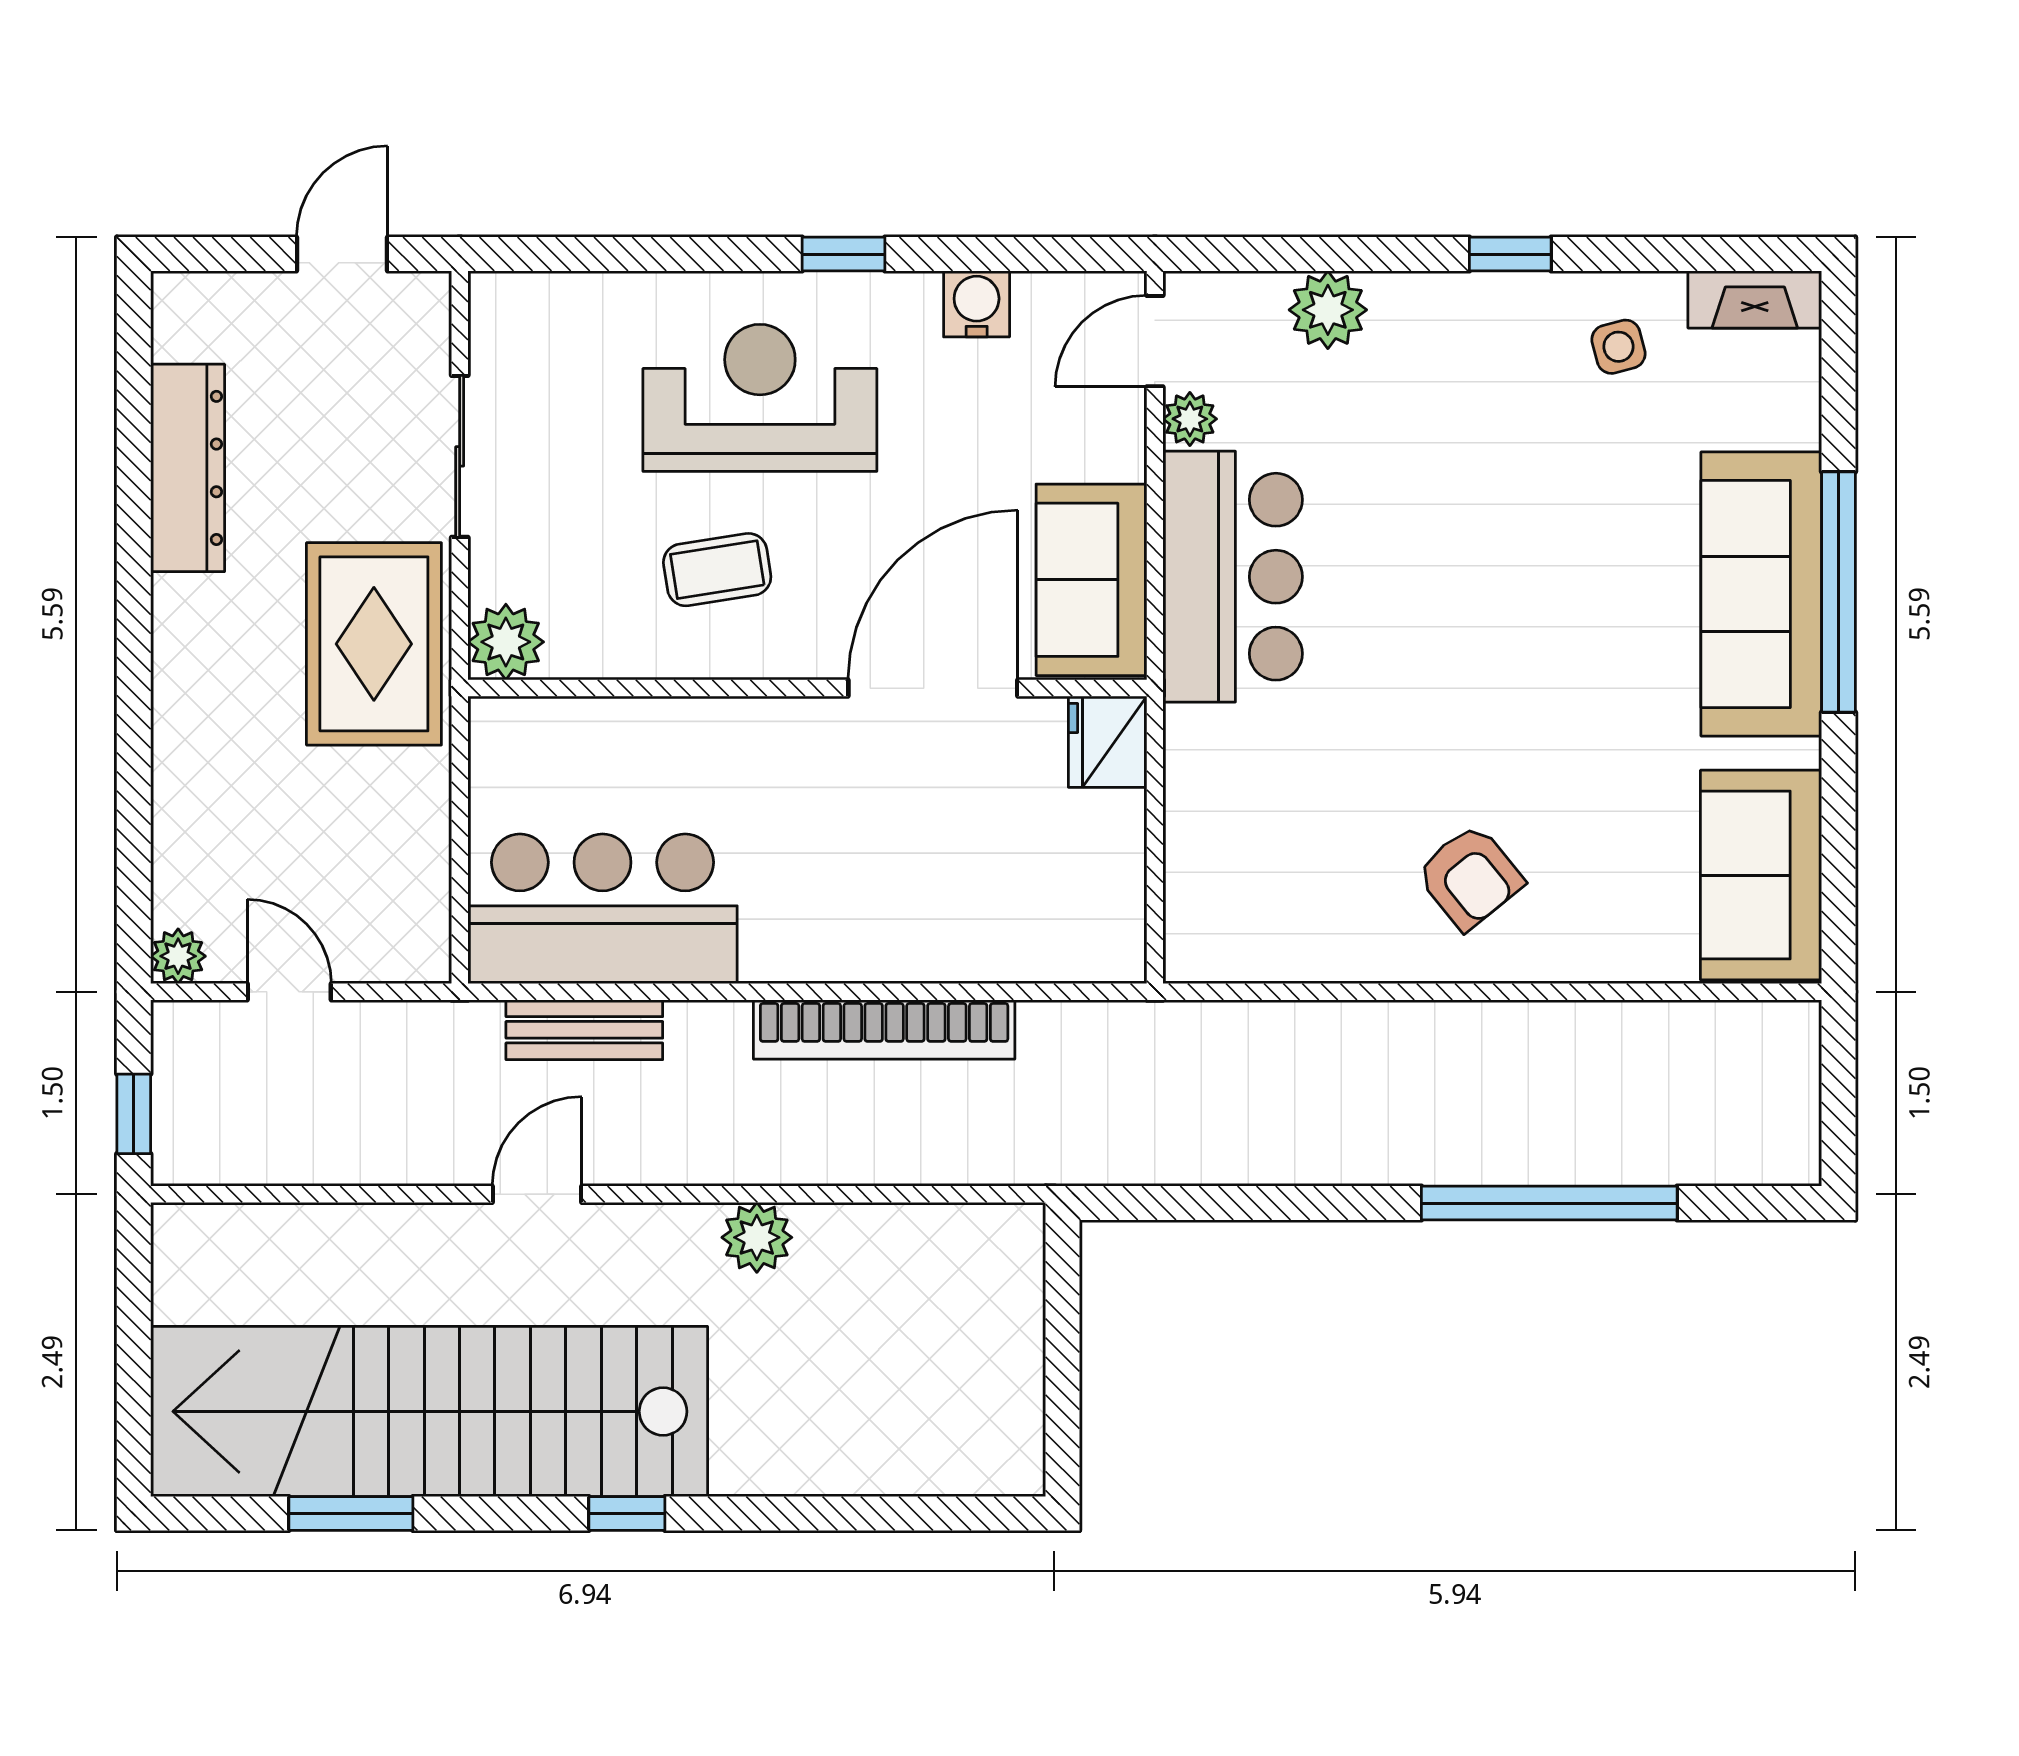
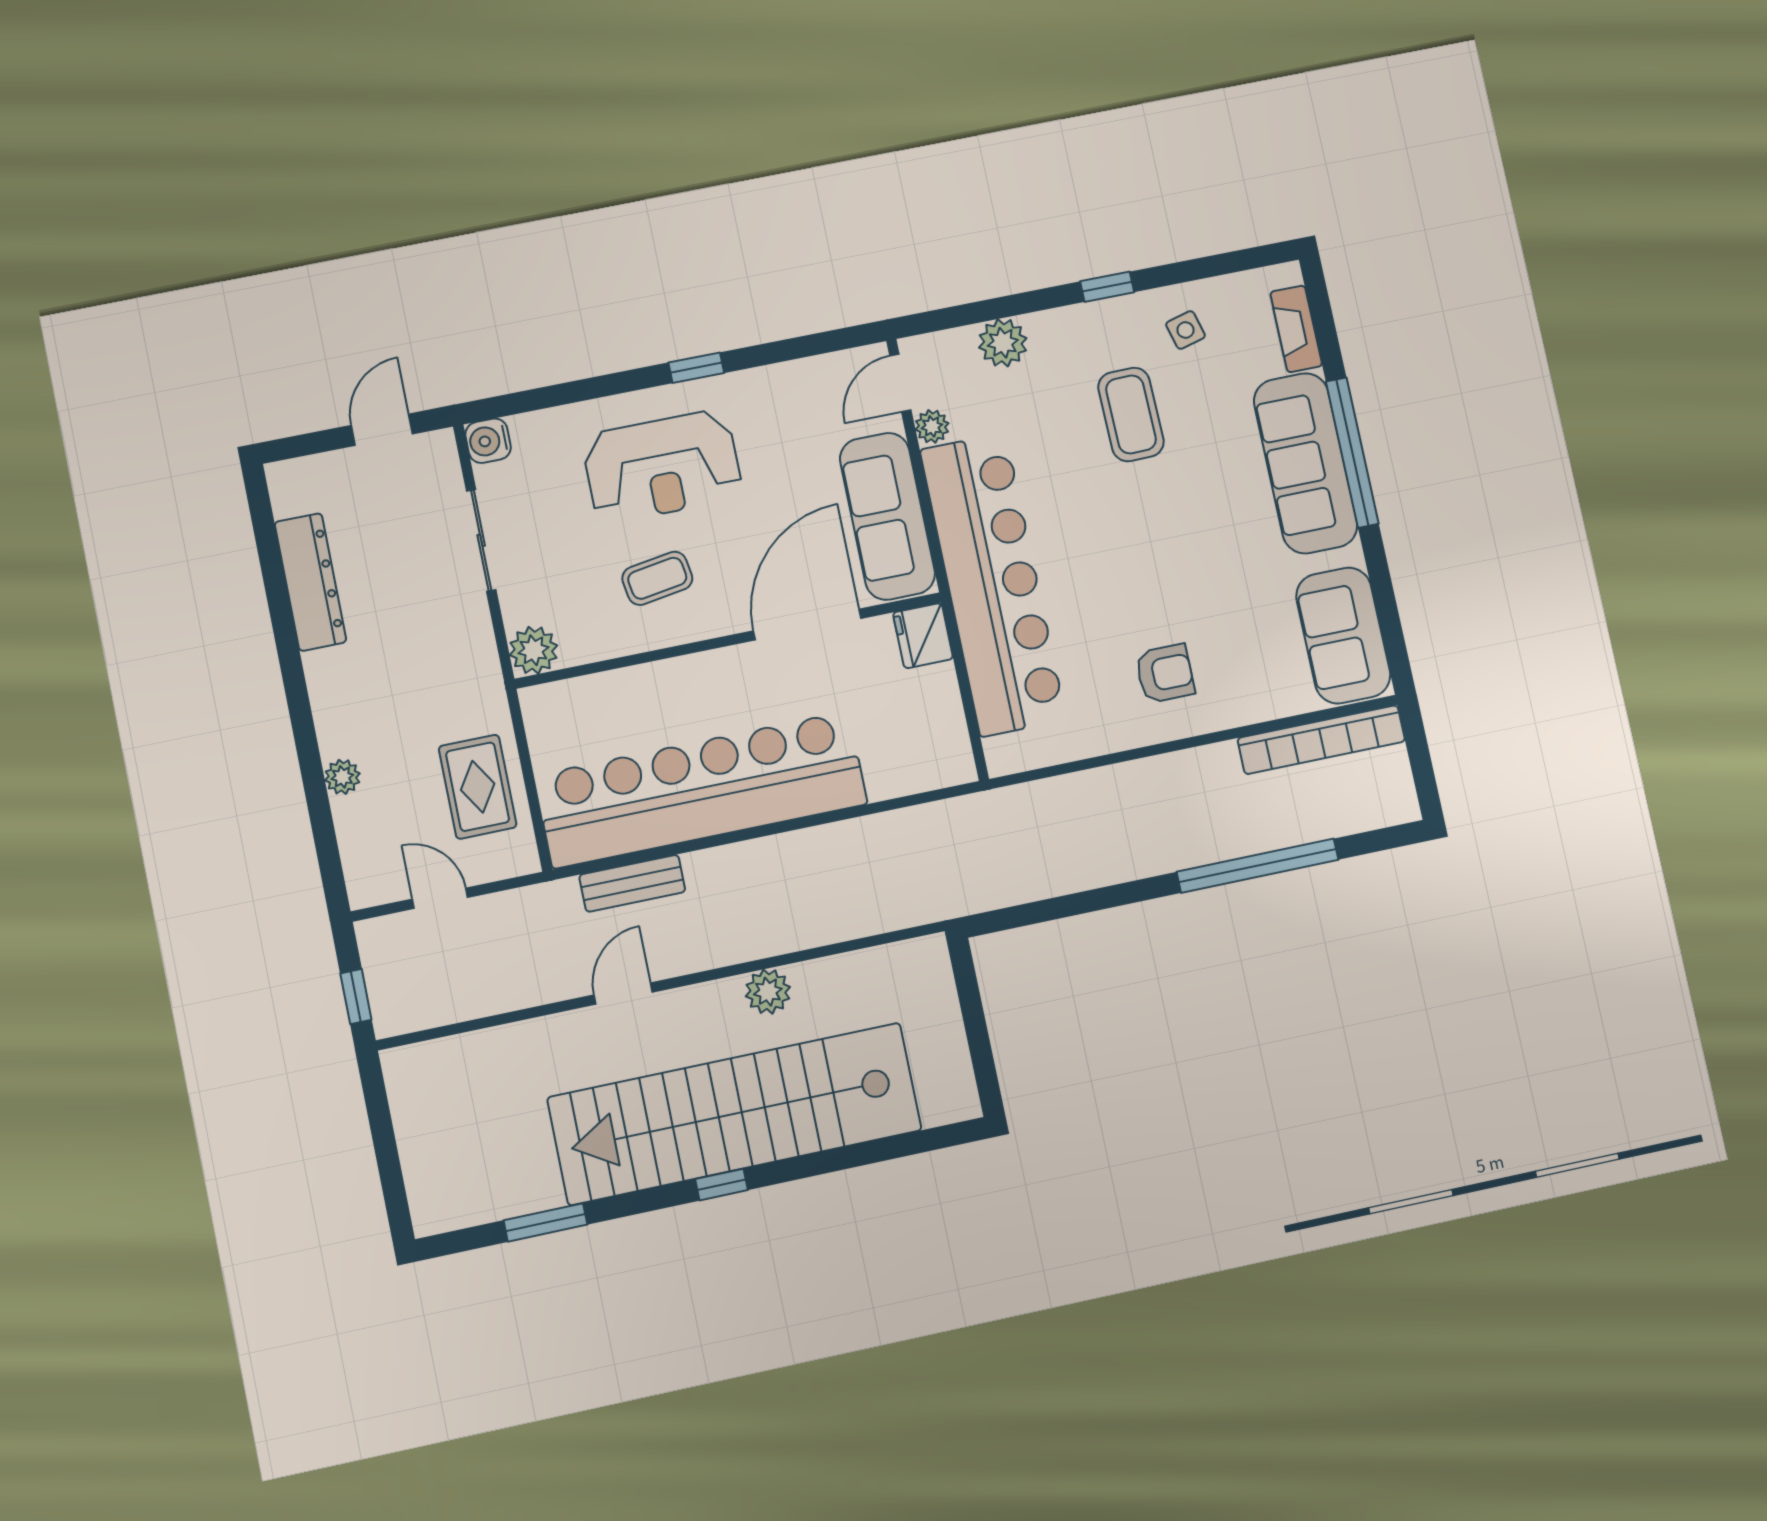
fireplace: (1755, 300) -> (1296, 329), moved, turned 90
water cooler: (977, 304) -> (488, 441), moved, turned -90
reception desk: (760, 398) -> (662, 467), turned 180
coffee table: (1504, 462) -> (1131, 414), added
bar counter: (1233, 577) -> (993, 584), width x1.86
sofa: (1091, 580) -> (887, 516), width x1.36
rug: (374, 644) -> (478, 787), moved, width x0.73, depth x0.70
armchair: (1470, 877) -> (1165, 674), turned -51
bar counter: (602, 909) -> (701, 790), width x1.86
plant: (178, 956) -> (342, 777), moved
bookcase: (884, 1030) -> (1321, 740), moved
stairs: (429, 1411) -> (735, 1114), moved

